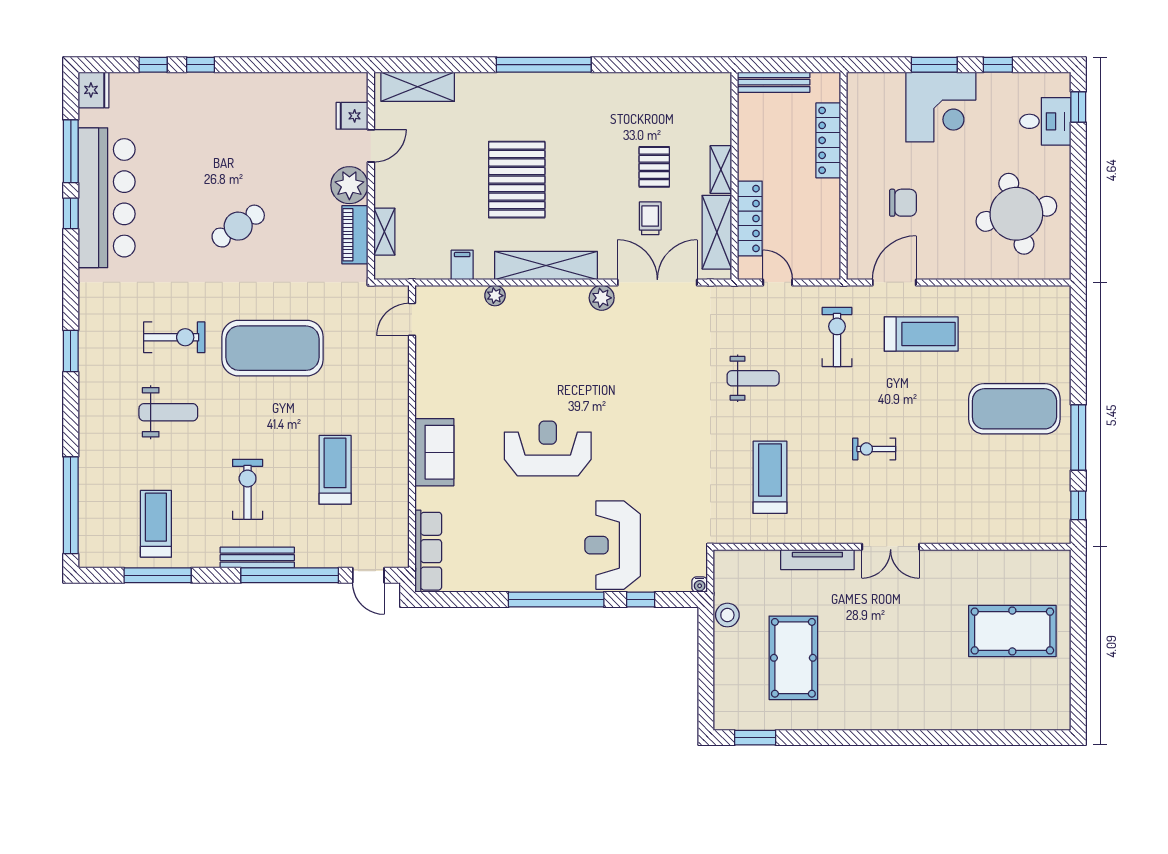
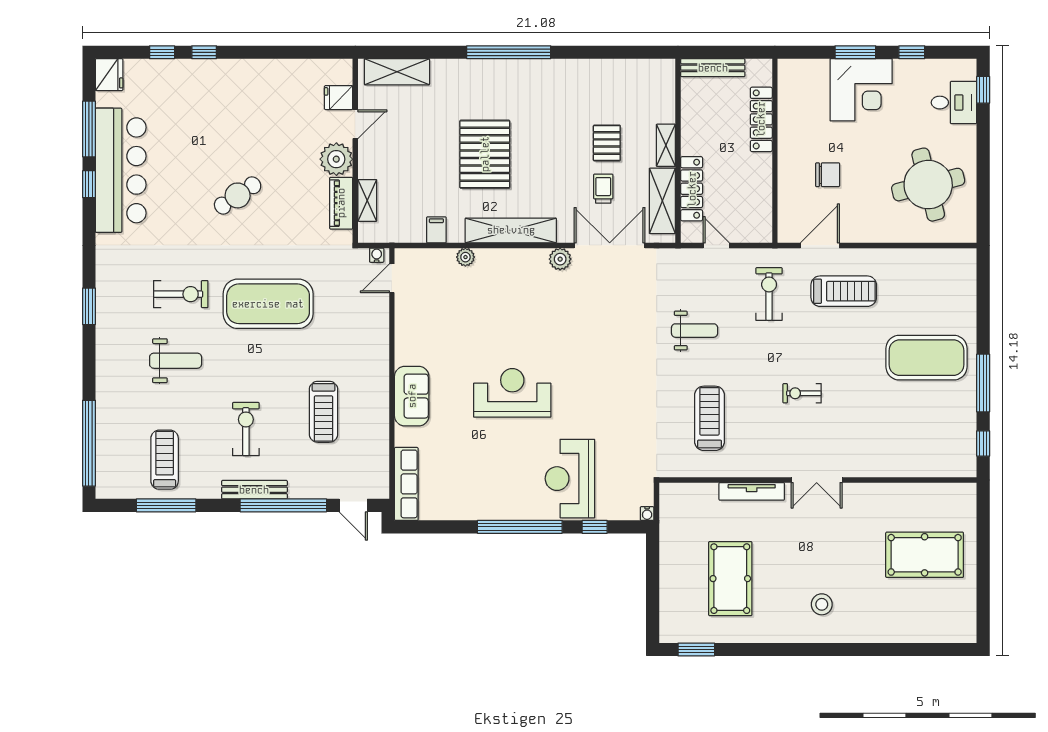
water cooler: (395, 293) -> (377, 255), added
treadmill: (335, 470) -> (324, 412), turned 180
stool: (727, 615) -> (822, 604), moved

